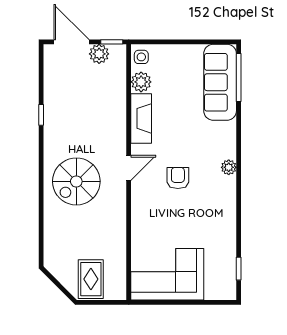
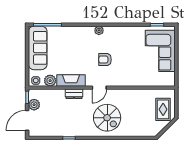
sofa: (220, 82) -> (38, 48), moved, turned -90
dresser: (118, 124) -> (74, 94), added
door: (129, 168) -> (99, 88), swing flipped
corner sofa: (167, 274) -> (160, 51), moved
rug: (91, 279) -> (163, 109), turned 90

